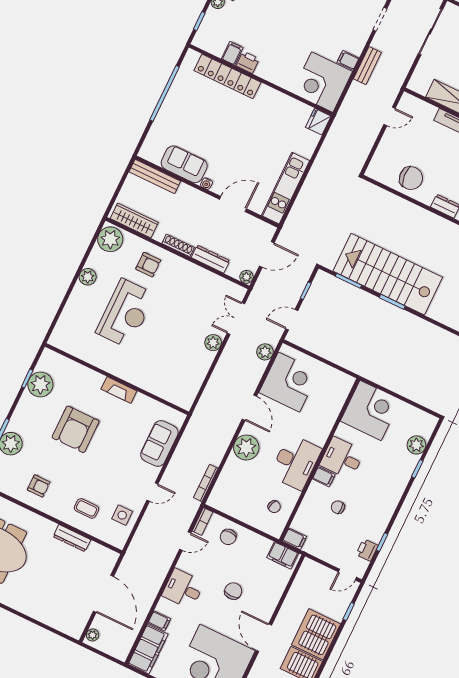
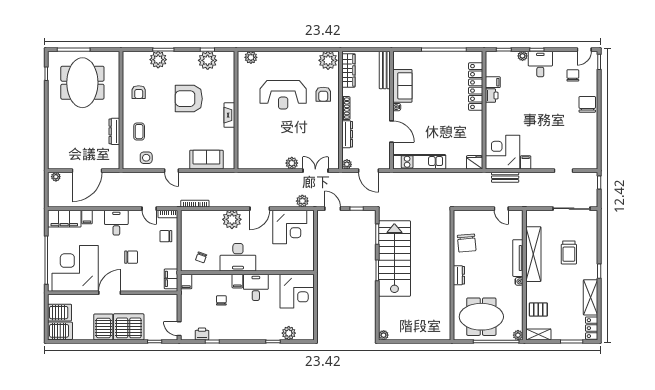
bench: (367, 66) -> (505, 177), moved
plant: (88, 277) -> (251, 57), moved

